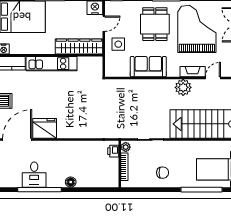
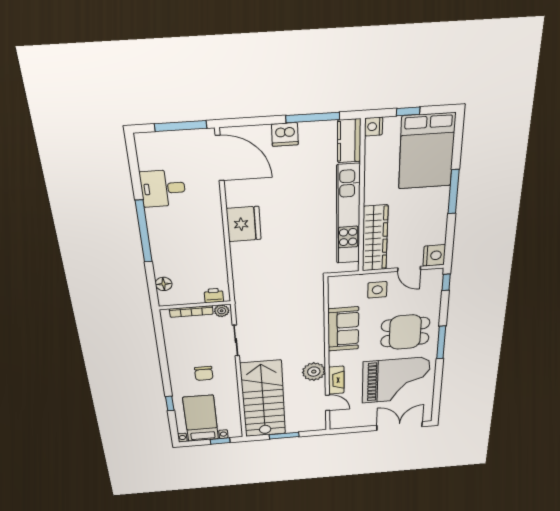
kitchen unit: (51, 64) -> (348, 215), width x1.36
fridge: (45, 128) -> (244, 224), moved
chair: (163, 173) -> (204, 373), moved
floor lamp: (71, 182) -> (164, 284), moved
window: (40, 190) -> (144, 231), moved
window: (202, 190) -> (170, 403), width x0.32

